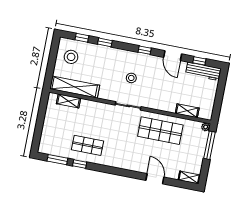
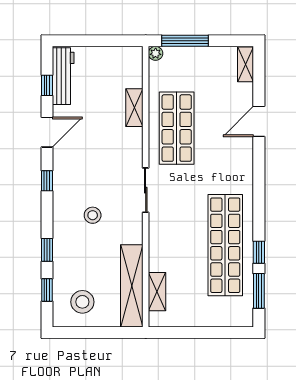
stool: (131, 78) -> (93, 215), moved
shelving: (187, 111) -> (134, 108), moved
shop shelf: (88, 145) -> (225, 245), width x2.00, depth x1.36

